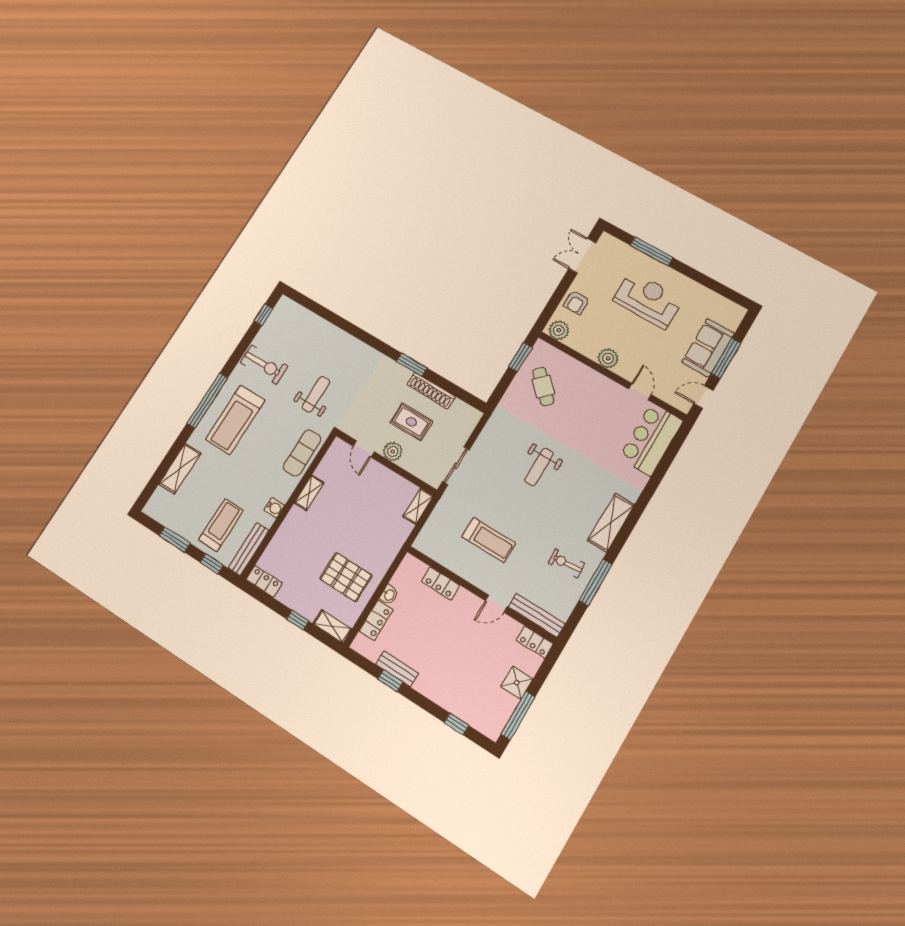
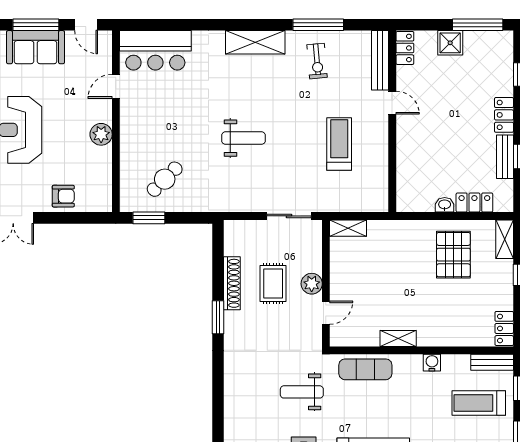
plant: (559, 330) -> (101, 197), removed
bench: (249, 549) -> (492, 362), width x0.73
locker: (441, 583) -> (504, 115), moved, turned 180

